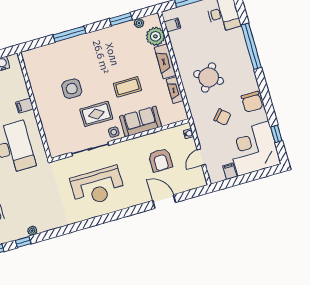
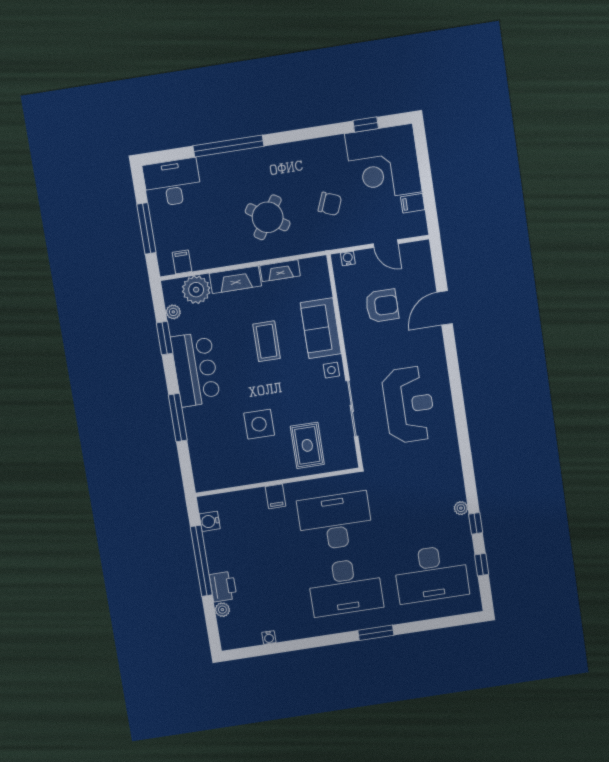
bar counter: (103, 42) -> (195, 369), added
chair: (252, 102) -> (312, 156), removed
rug: (96, 114) -> (307, 445), moved
chair: (222, 117) -> (330, 204), turned 70

